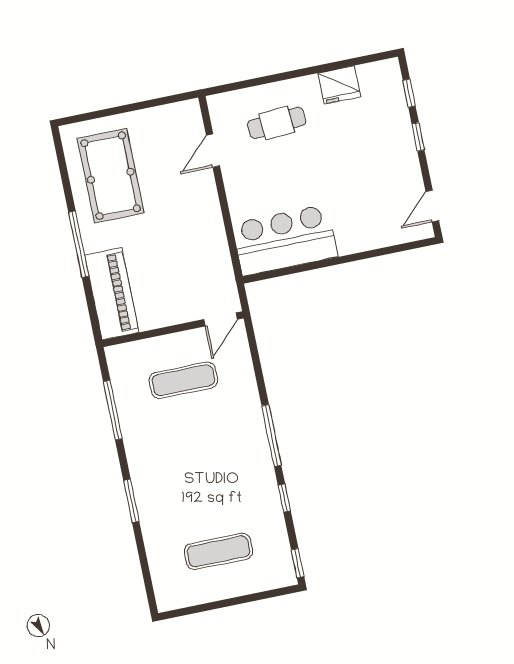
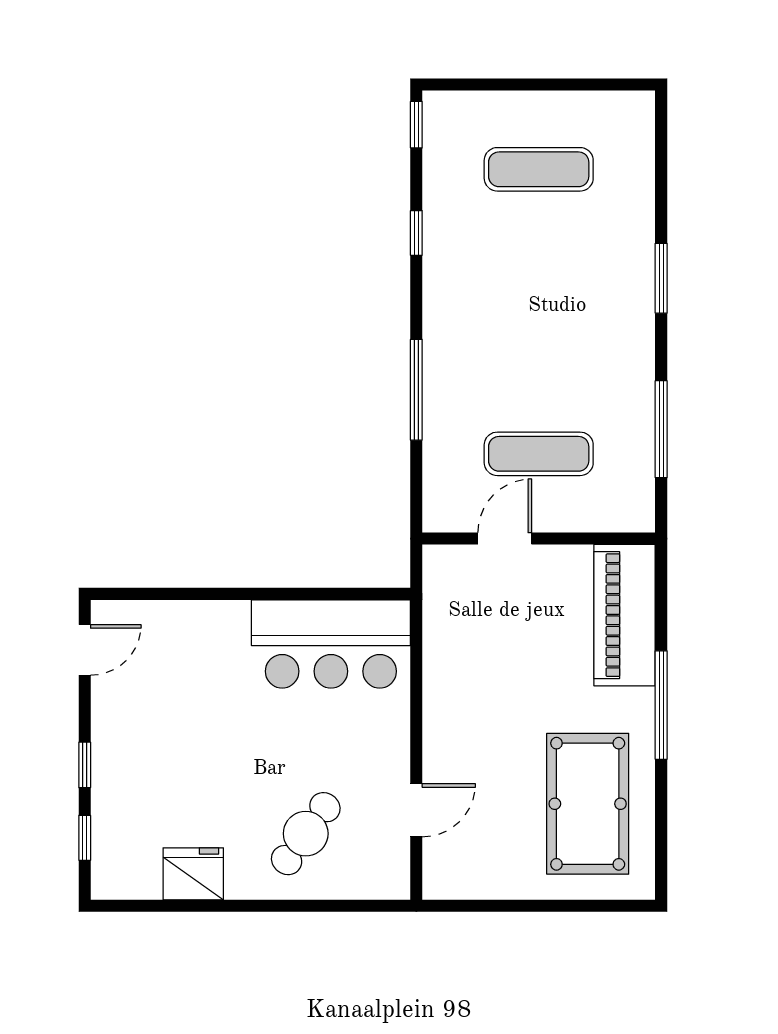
cafe table: (277, 123) -> (306, 834), turned -50
door: (220, 319) -> (505, 539), moved
window: (271, 436) -> (416, 390), moved

